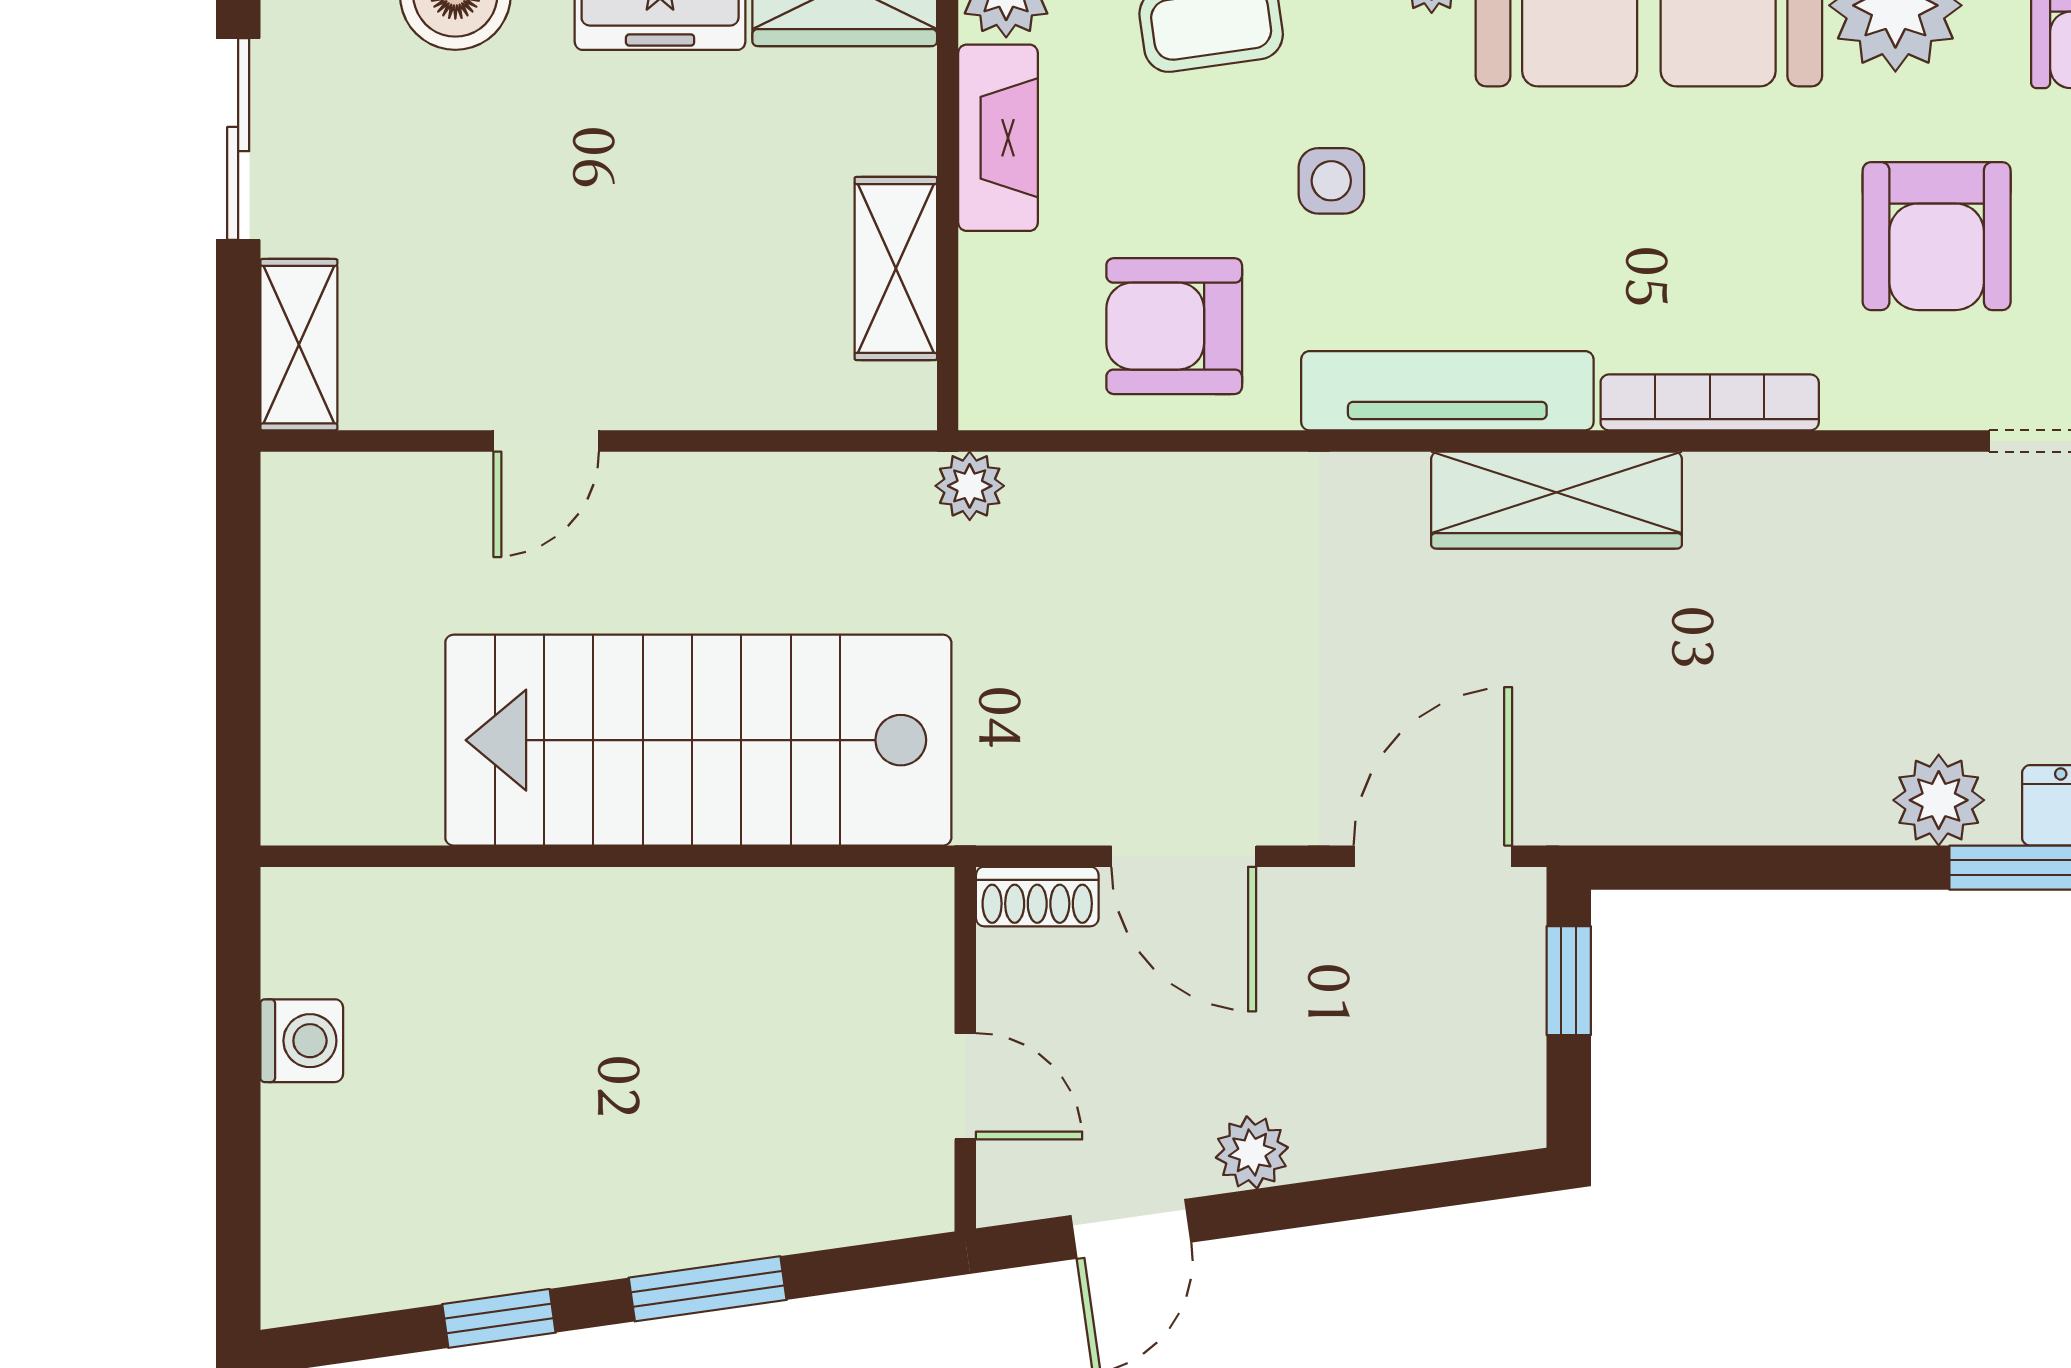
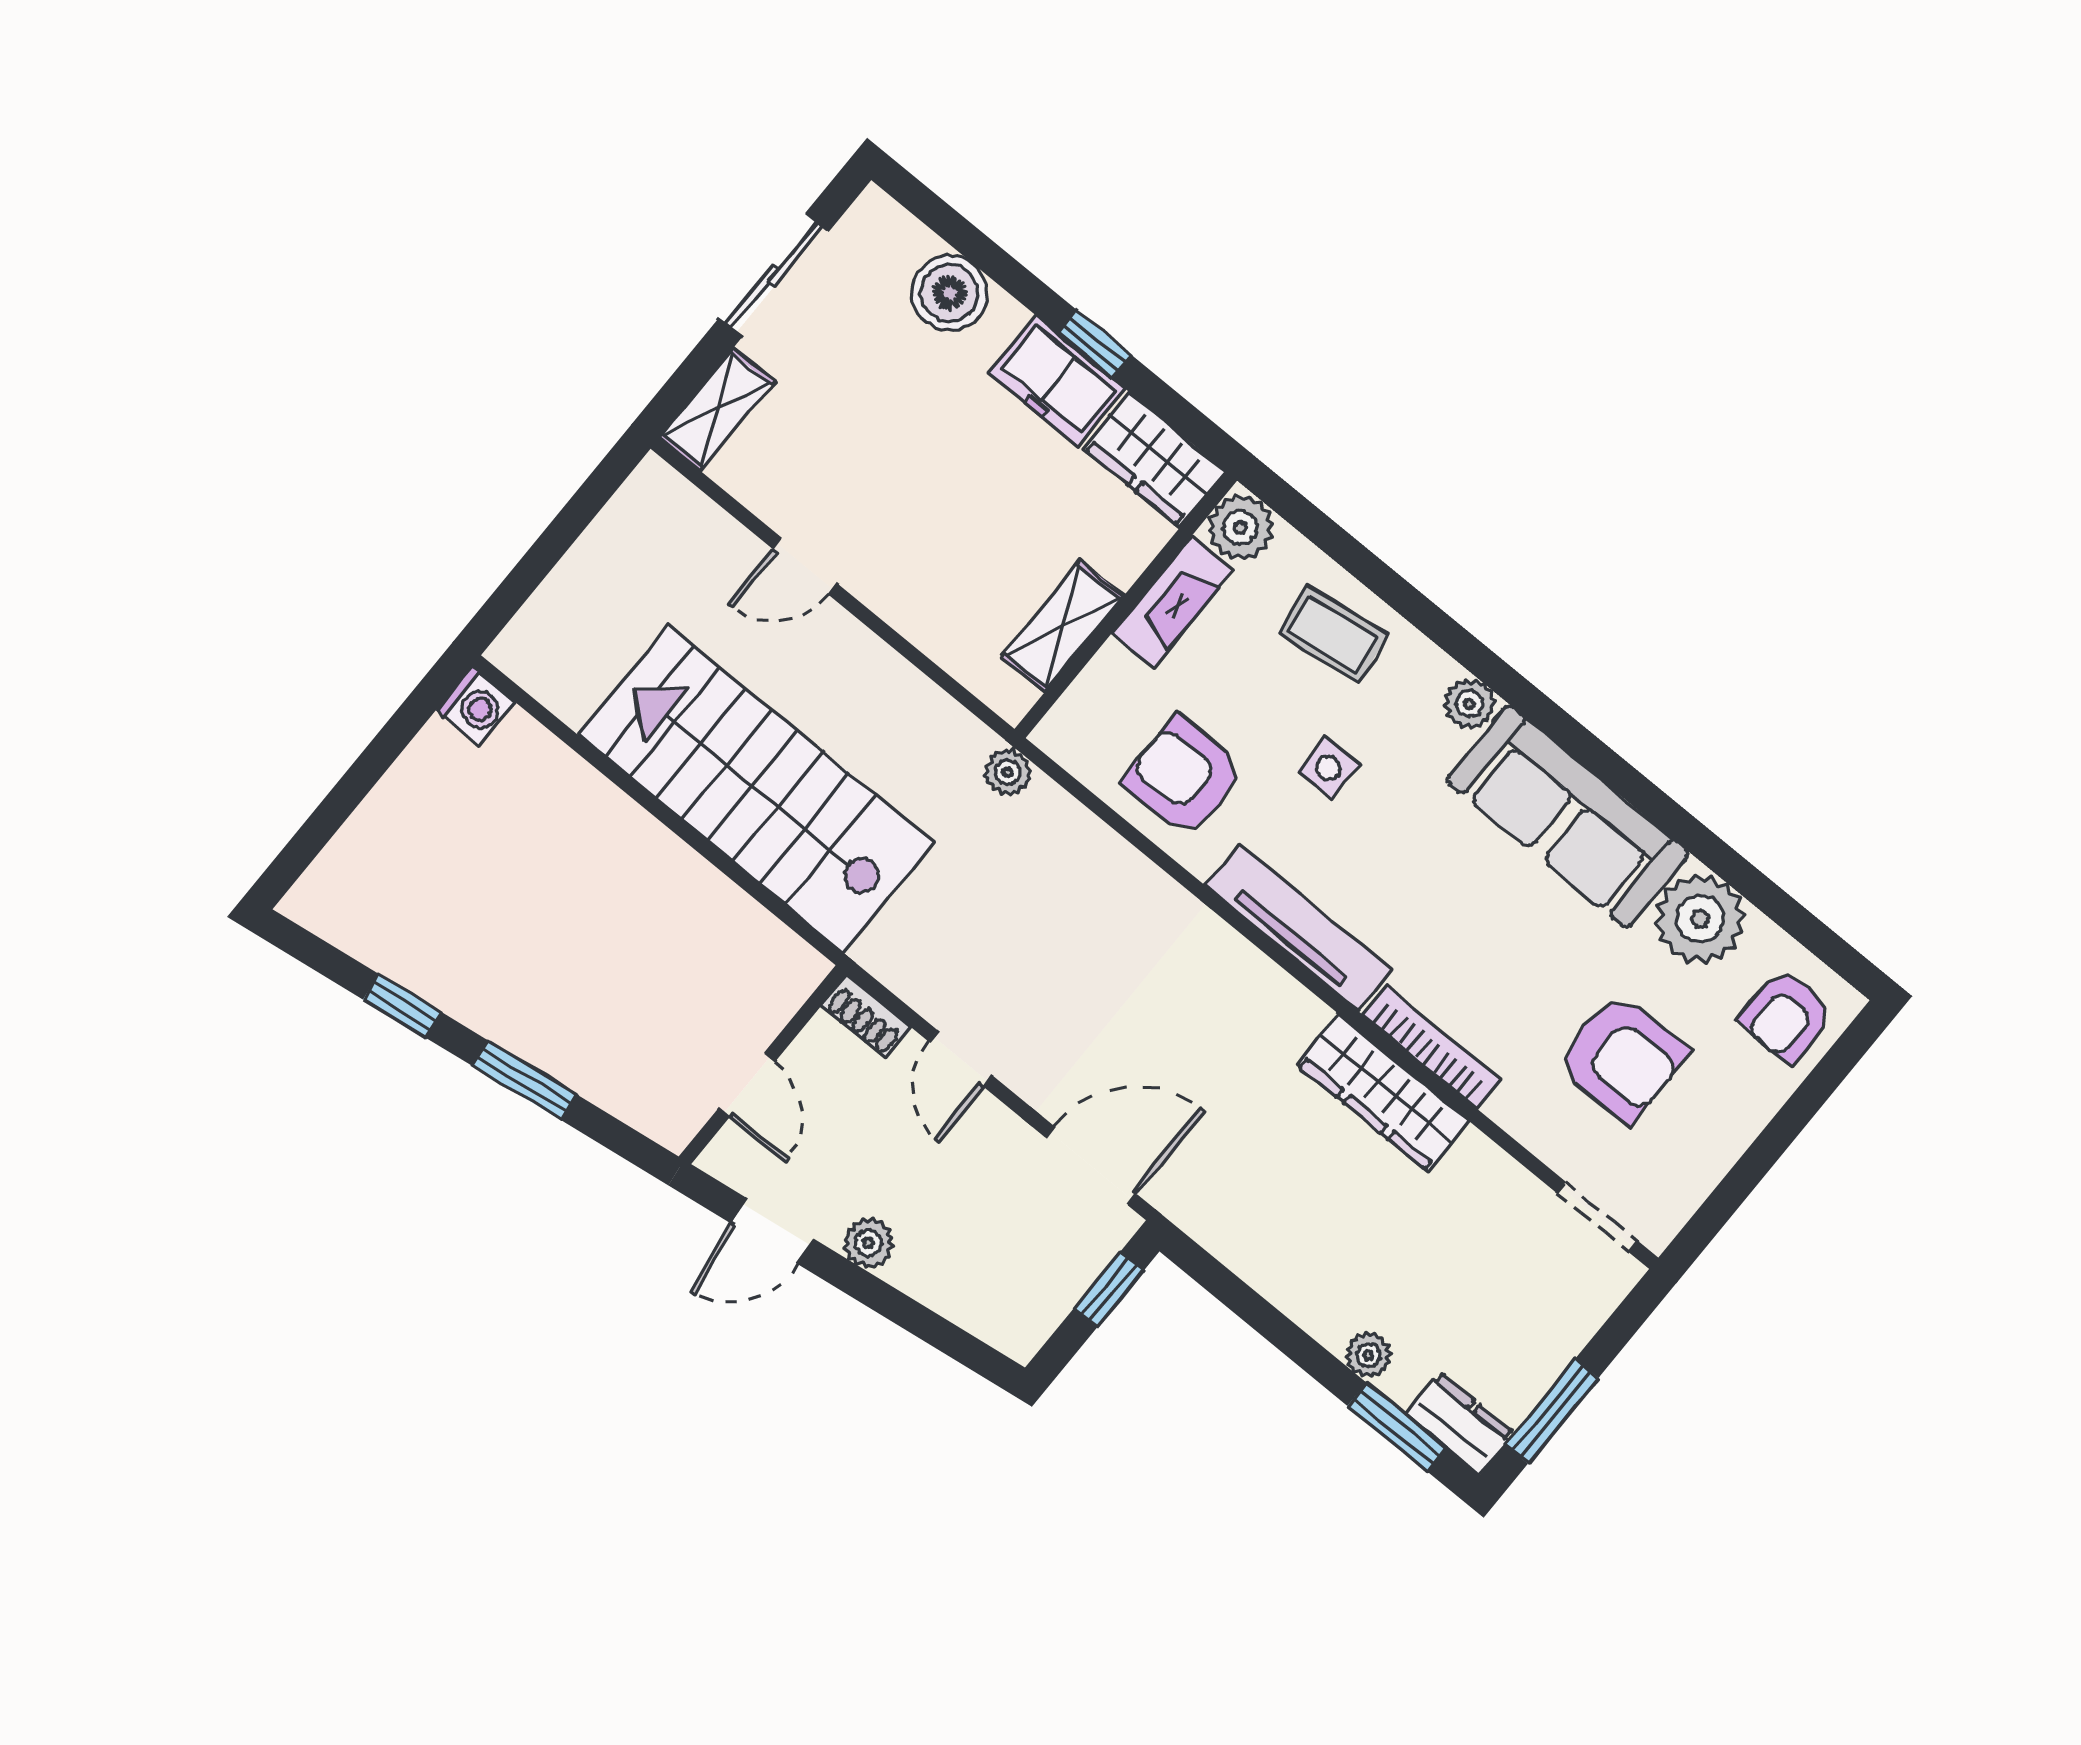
armchair: (1937, 236) -> (1622, 1058), turned -90
wardrobe: (1557, 500) -> (1383, 1093), moved
plant: (1939, 800) -> (1369, 1355), width x0.73, depth x0.73
door: (1184, 856) -> (960, 1058), width x0.73
washing machine: (302, 1041) -> (476, 706), moved

